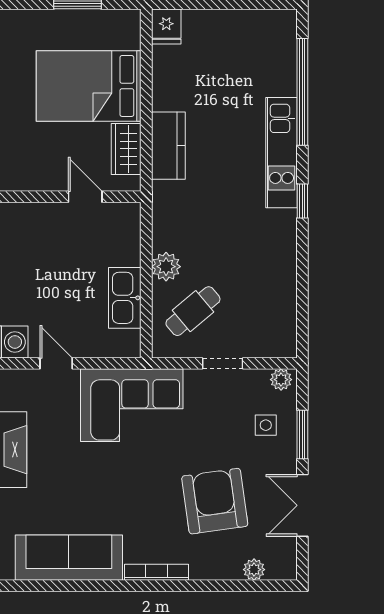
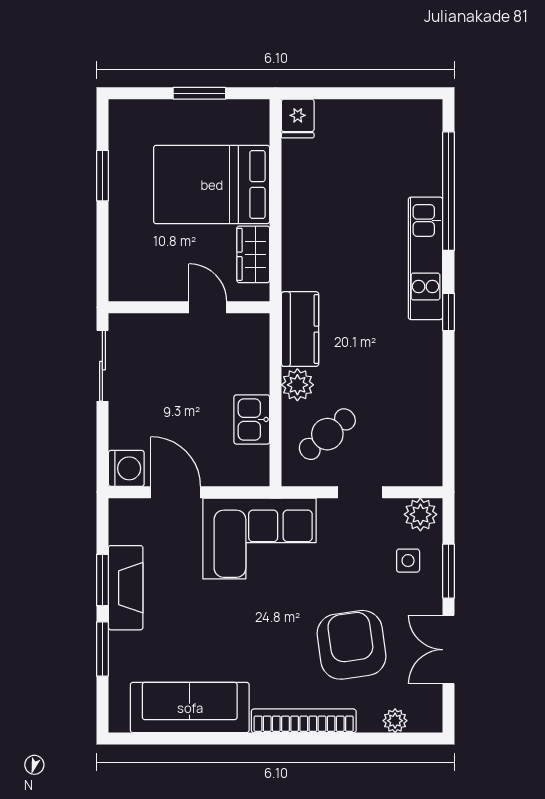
kitchen counter: (168, 146) -> (300, 329), moved
kitchen sink: (125, 298) -> (252, 419), width x0.73
door: (56, 363) -> (176, 492), width x1.38
plant: (281, 380) -> (420, 514), width x1.38, depth x1.38
bookcase: (156, 572) -> (304, 721), width x1.48, depth x1.31

